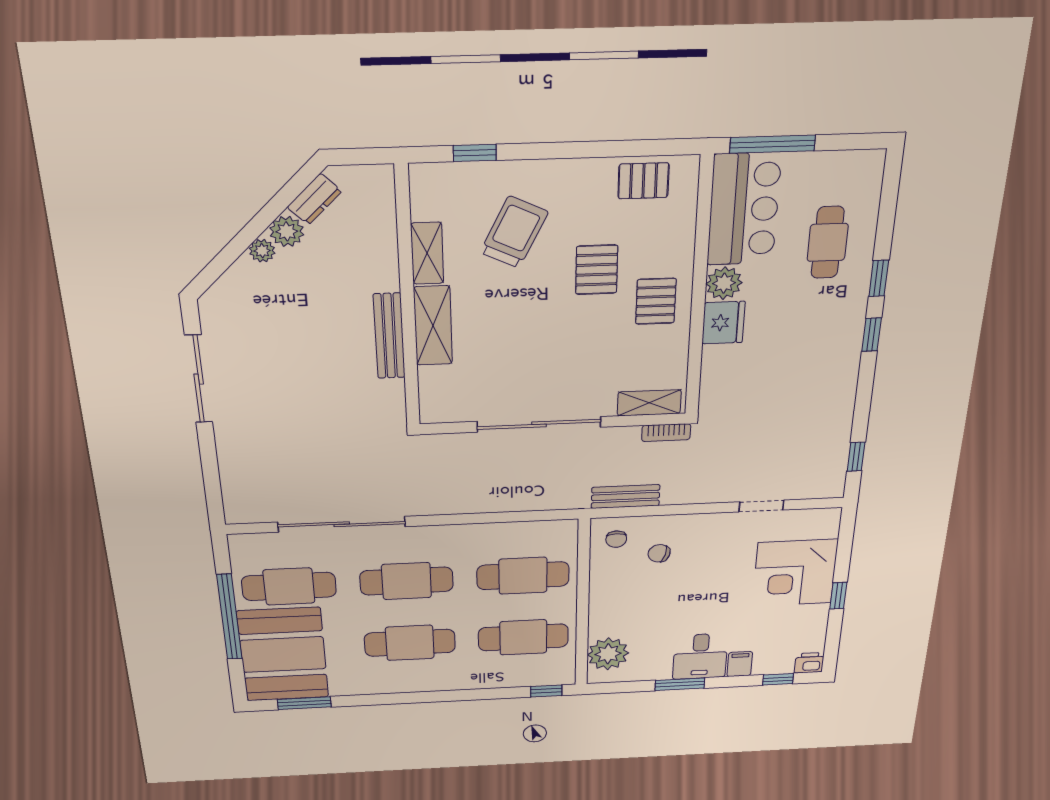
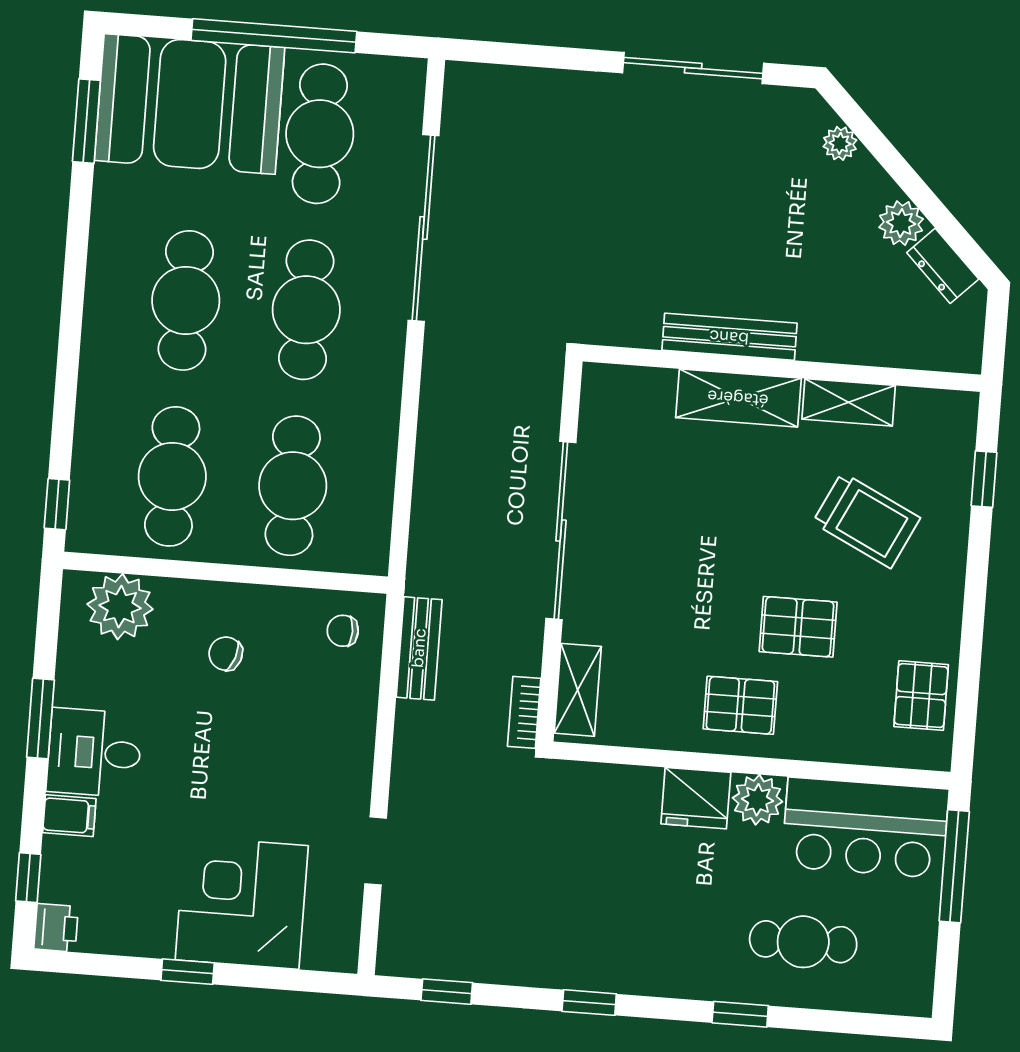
plant: (262, 251) -> (840, 143), moved
window: (872, 335) -> (589, 1003), moved
chair: (659, 553) -> (226, 654), moved, turned -86

